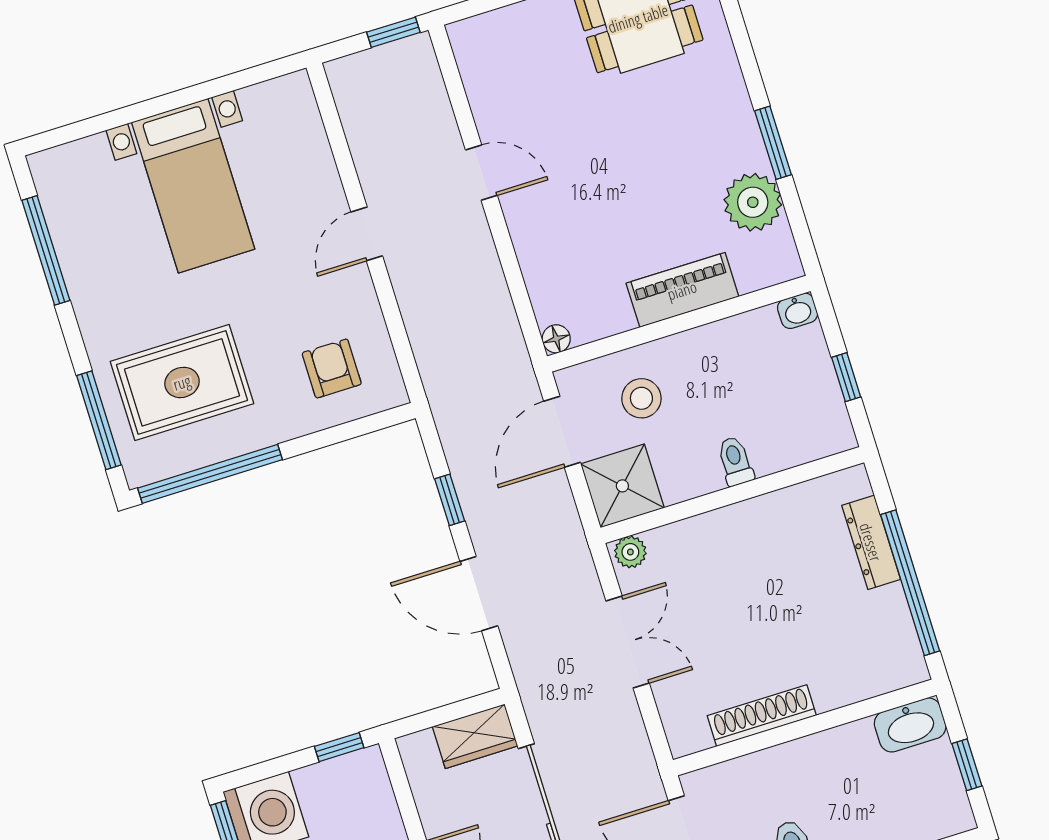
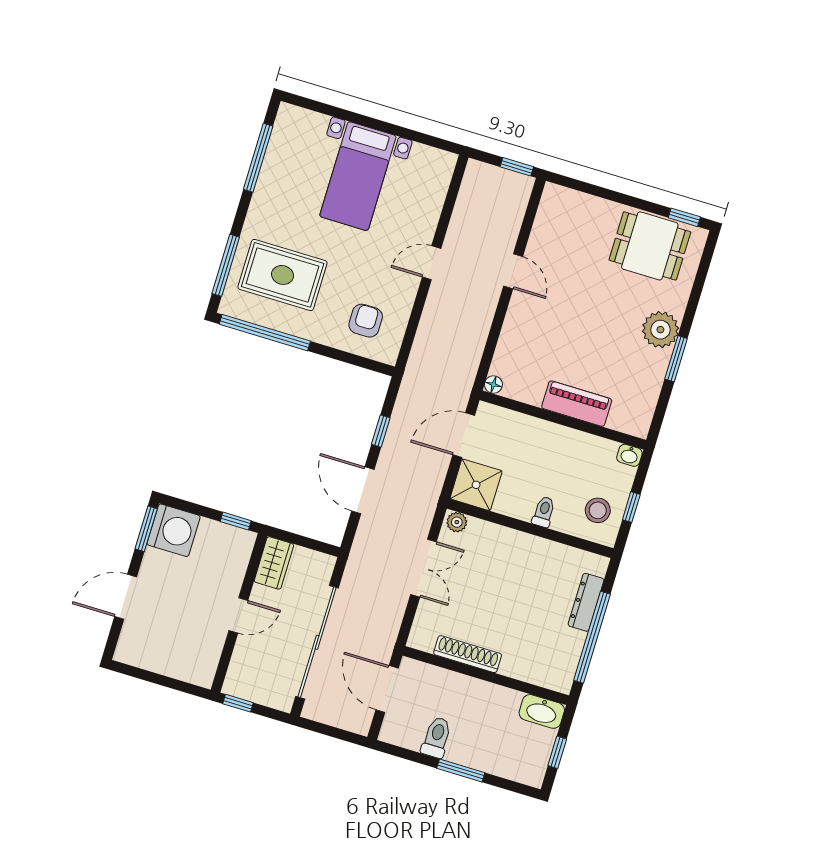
plant: (753, 202) -> (660, 330), moved
stool: (641, 398) -> (598, 510), moved
wardrobe: (475, 736) -> (274, 563), moved, turned -90

